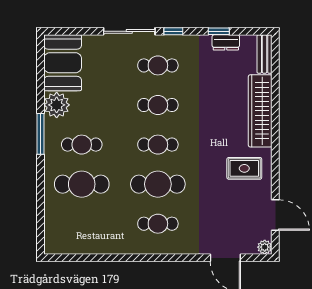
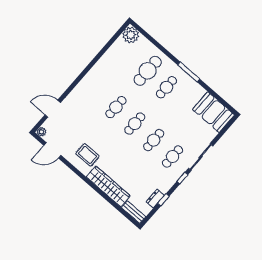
plant: (57, 105) -> (131, 35), moved
rug: (244, 168) -> (88, 155), turned 90
cafe table: (158, 184) -> (116, 107), width x0.73, depth x0.74
cafe table: (158, 224) -> (97, 91), removed

